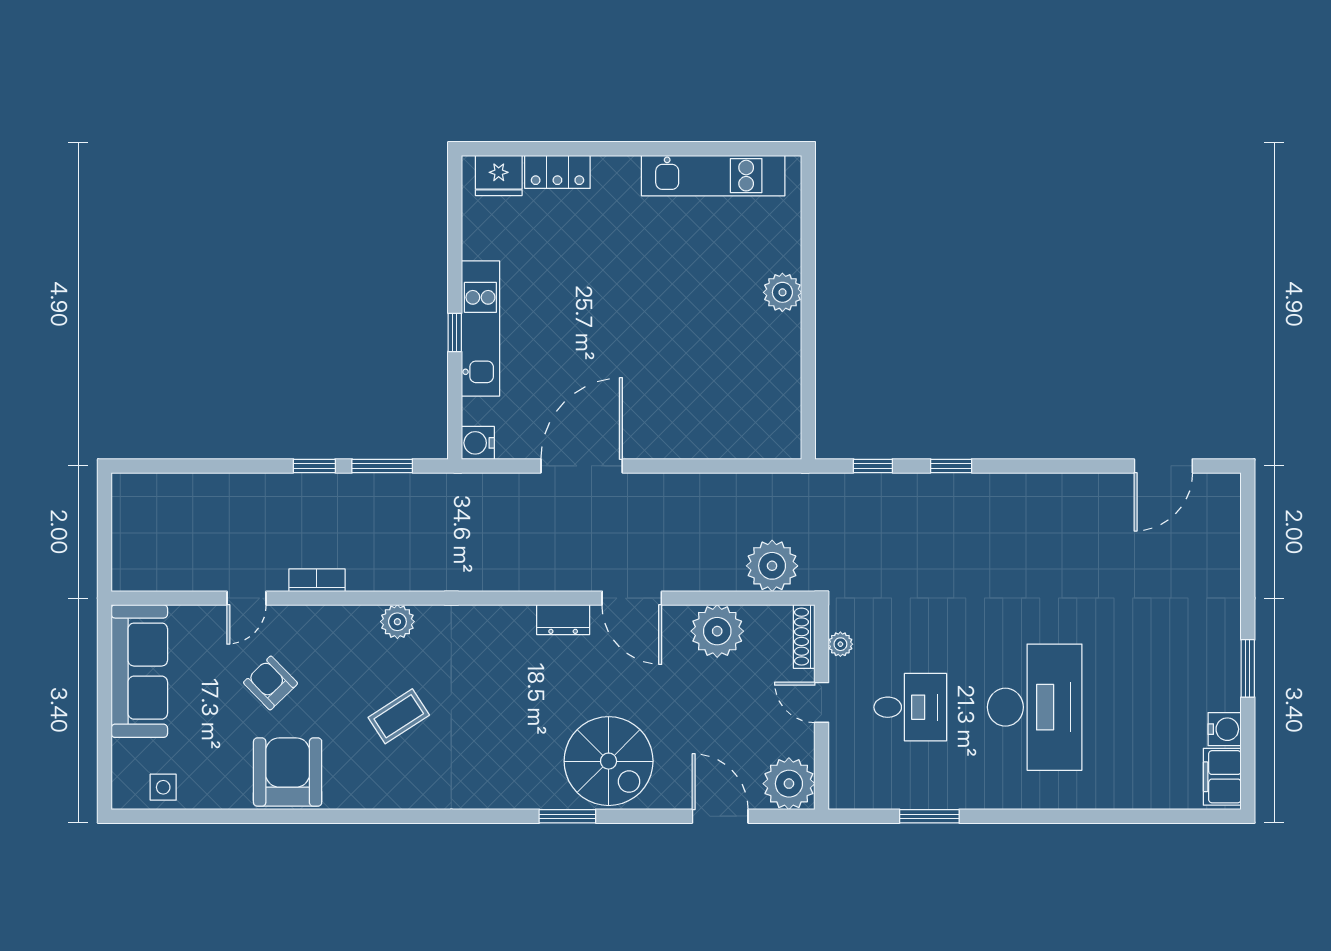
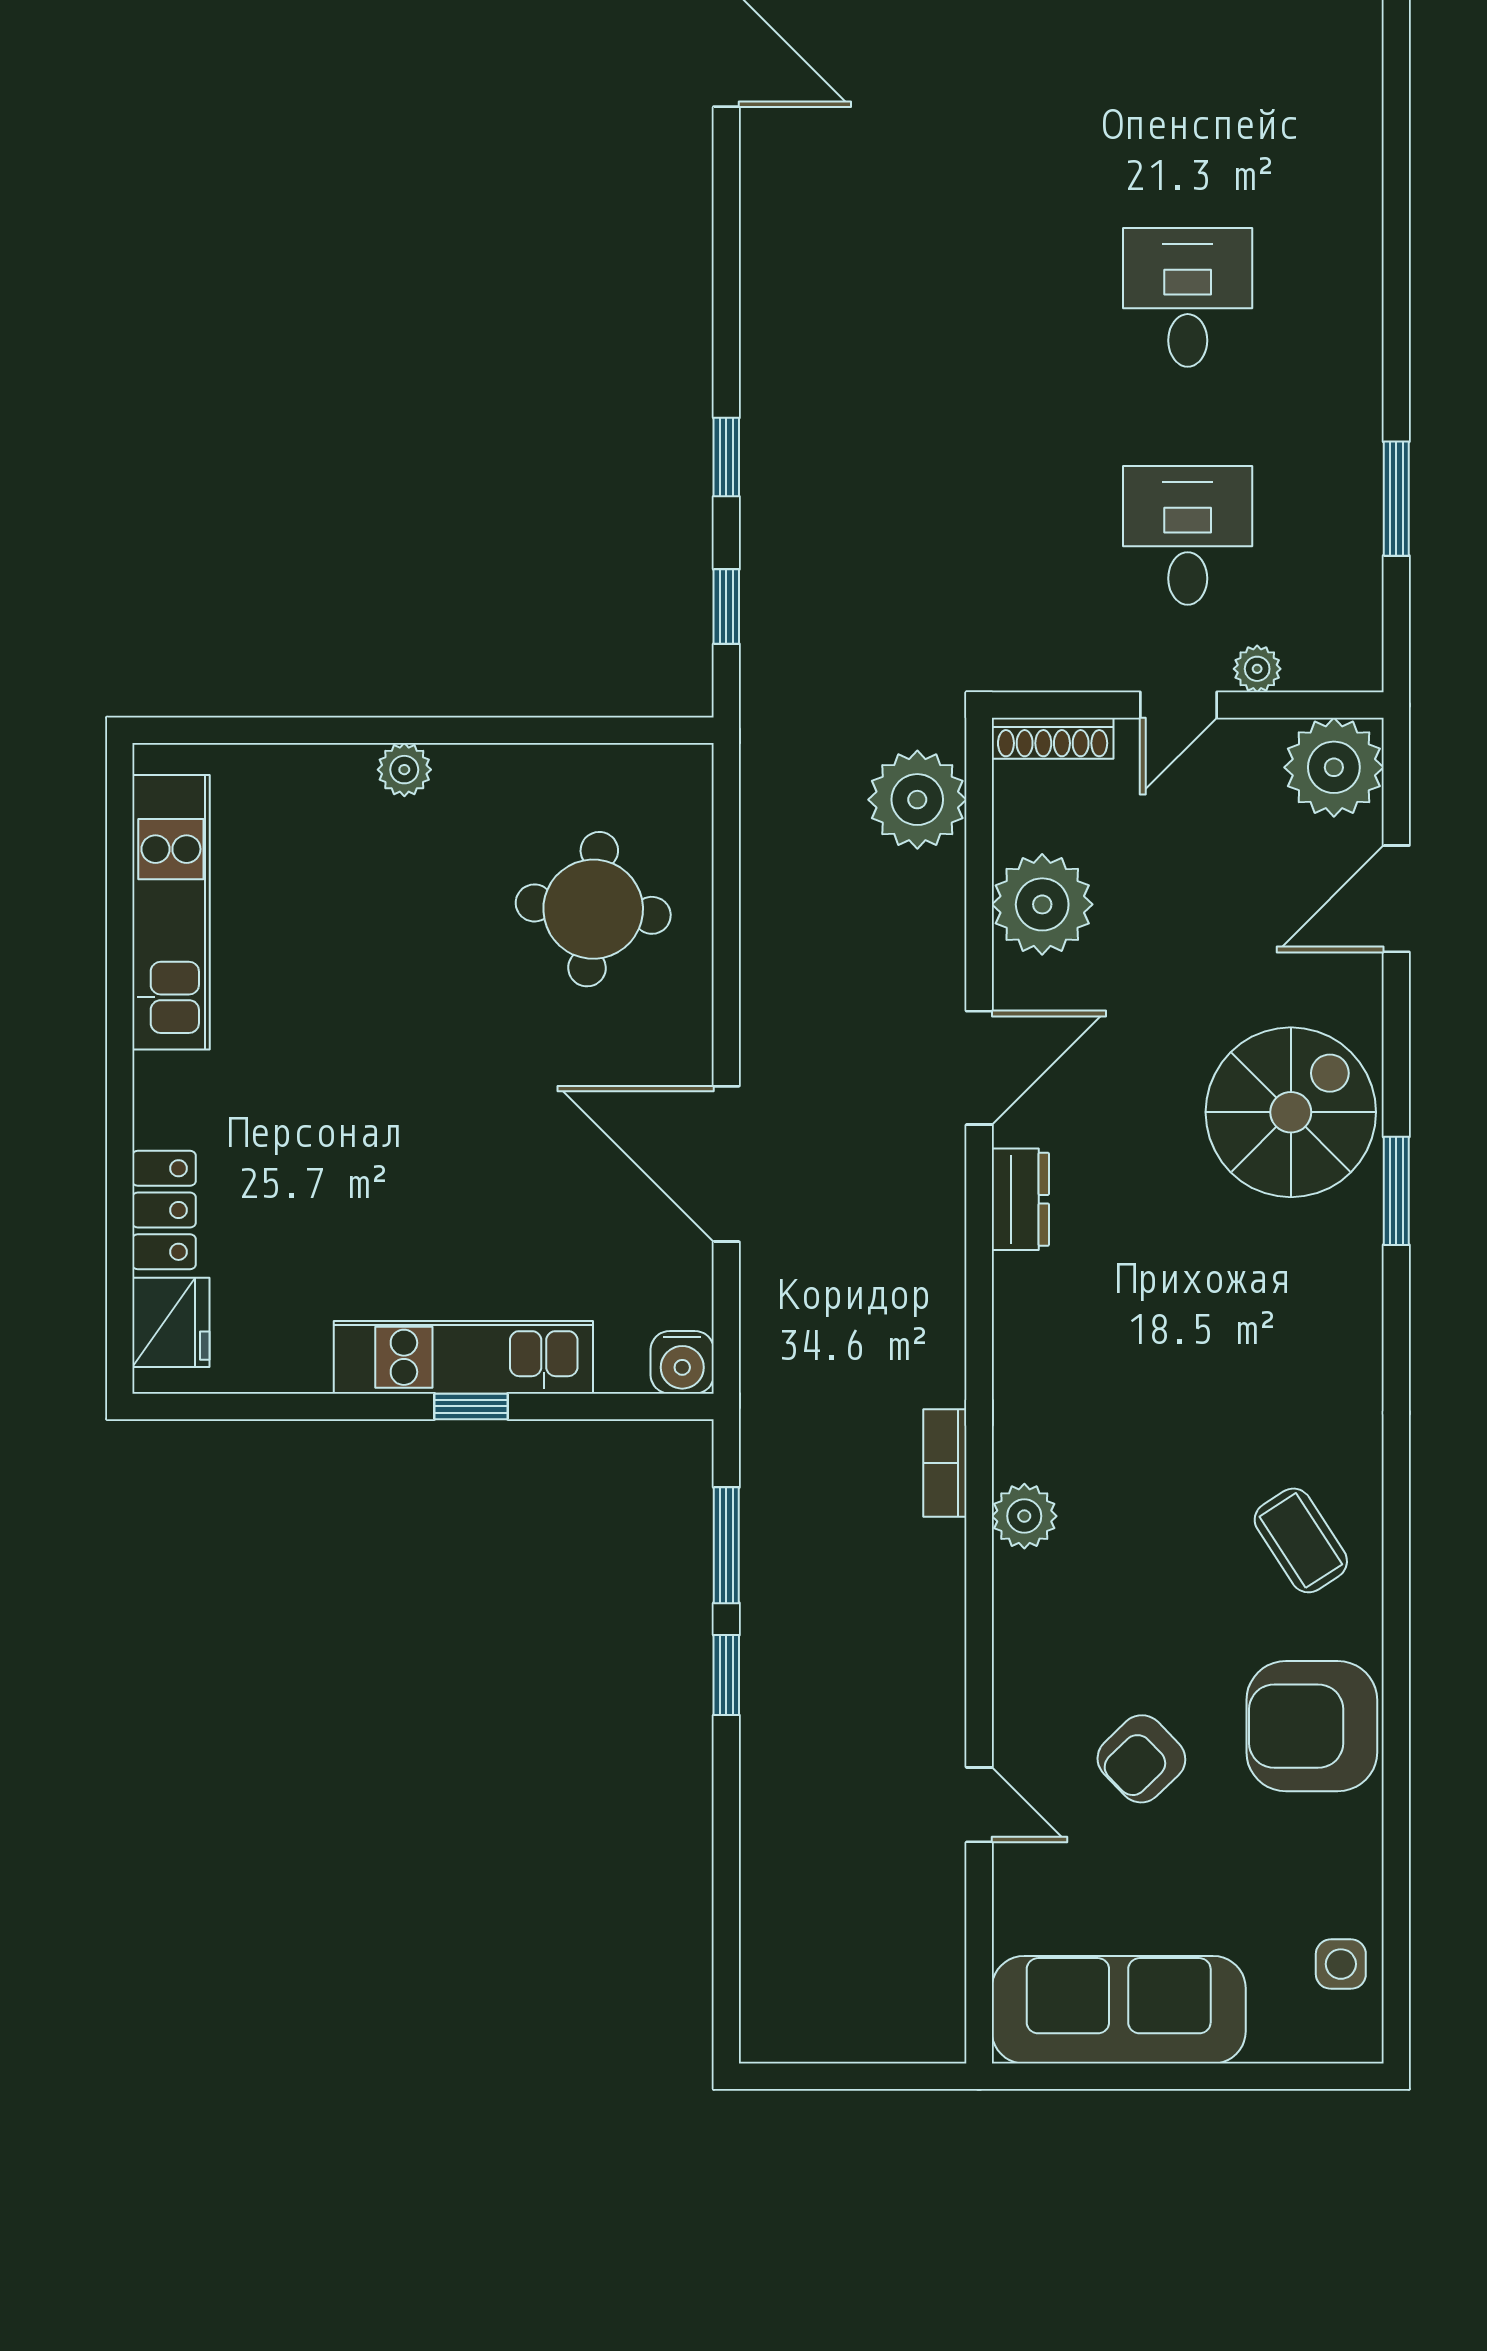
plant: (782, 292) -> (404, 770), width x0.73, depth x0.73
round table: (715, 396) -> (593, 909), added
bookcase: (317, 580) -> (945, 1463), moved
plant: (840, 644) -> (1257, 669), moved
desk: (1035, 707) -> (1188, 297), width x0.53, depth x0.77
coffee table: (399, 716) -> (1301, 1540), moved

